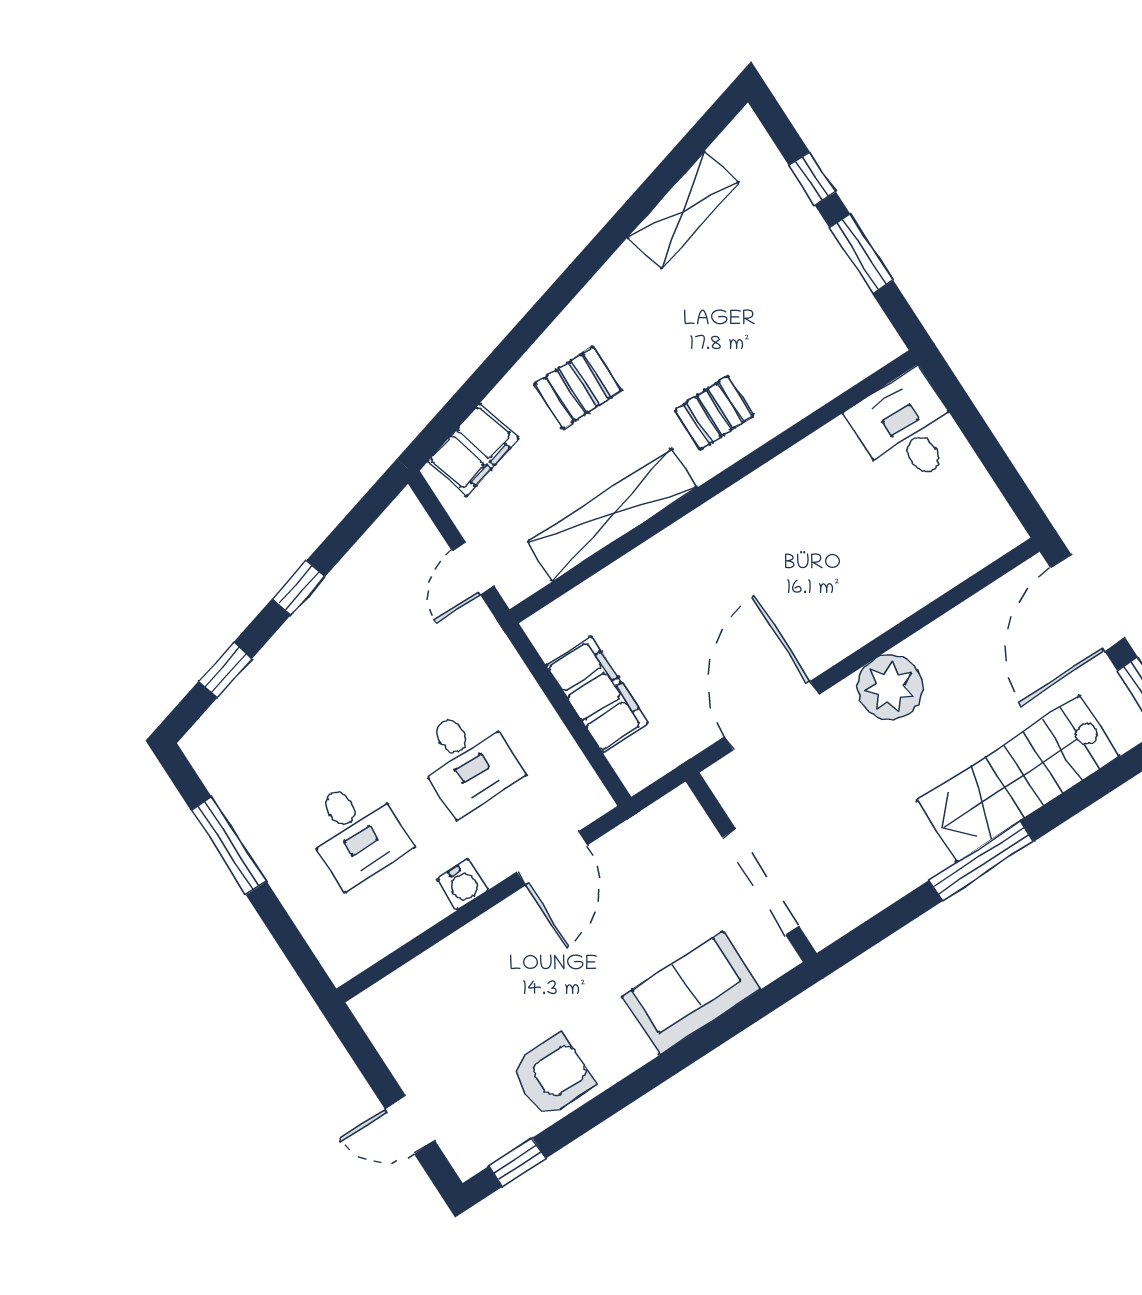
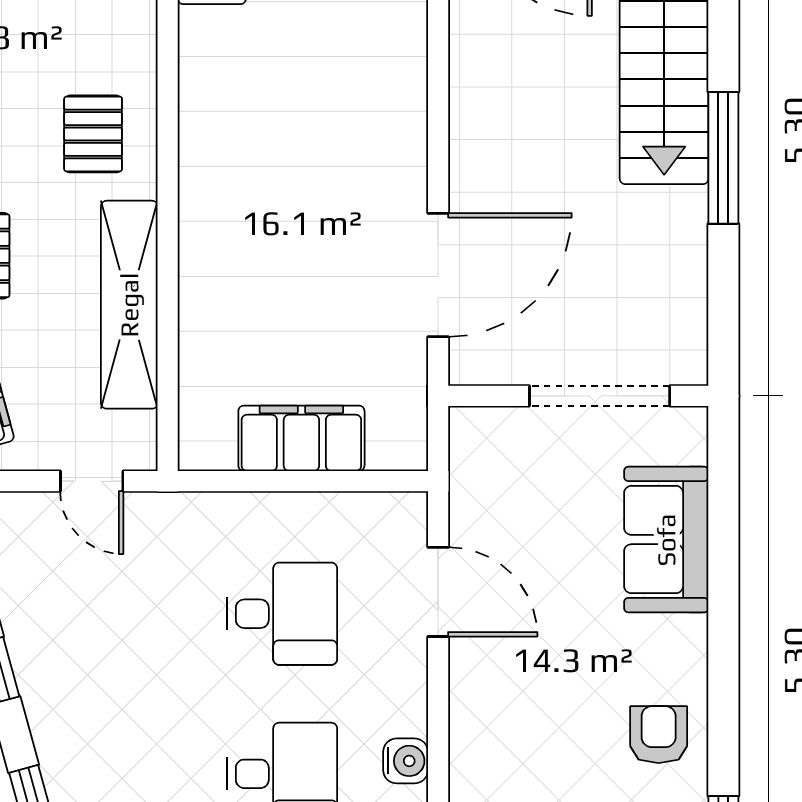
plant: (890, 687) -> (487, 137), removed
door: (772, 716) -> (438, 275), swing flipped
water cooler: (463, 884) -> (406, 761), moved
armchair: (552, 1076) -> (659, 735), width x0.72, depth x0.72

